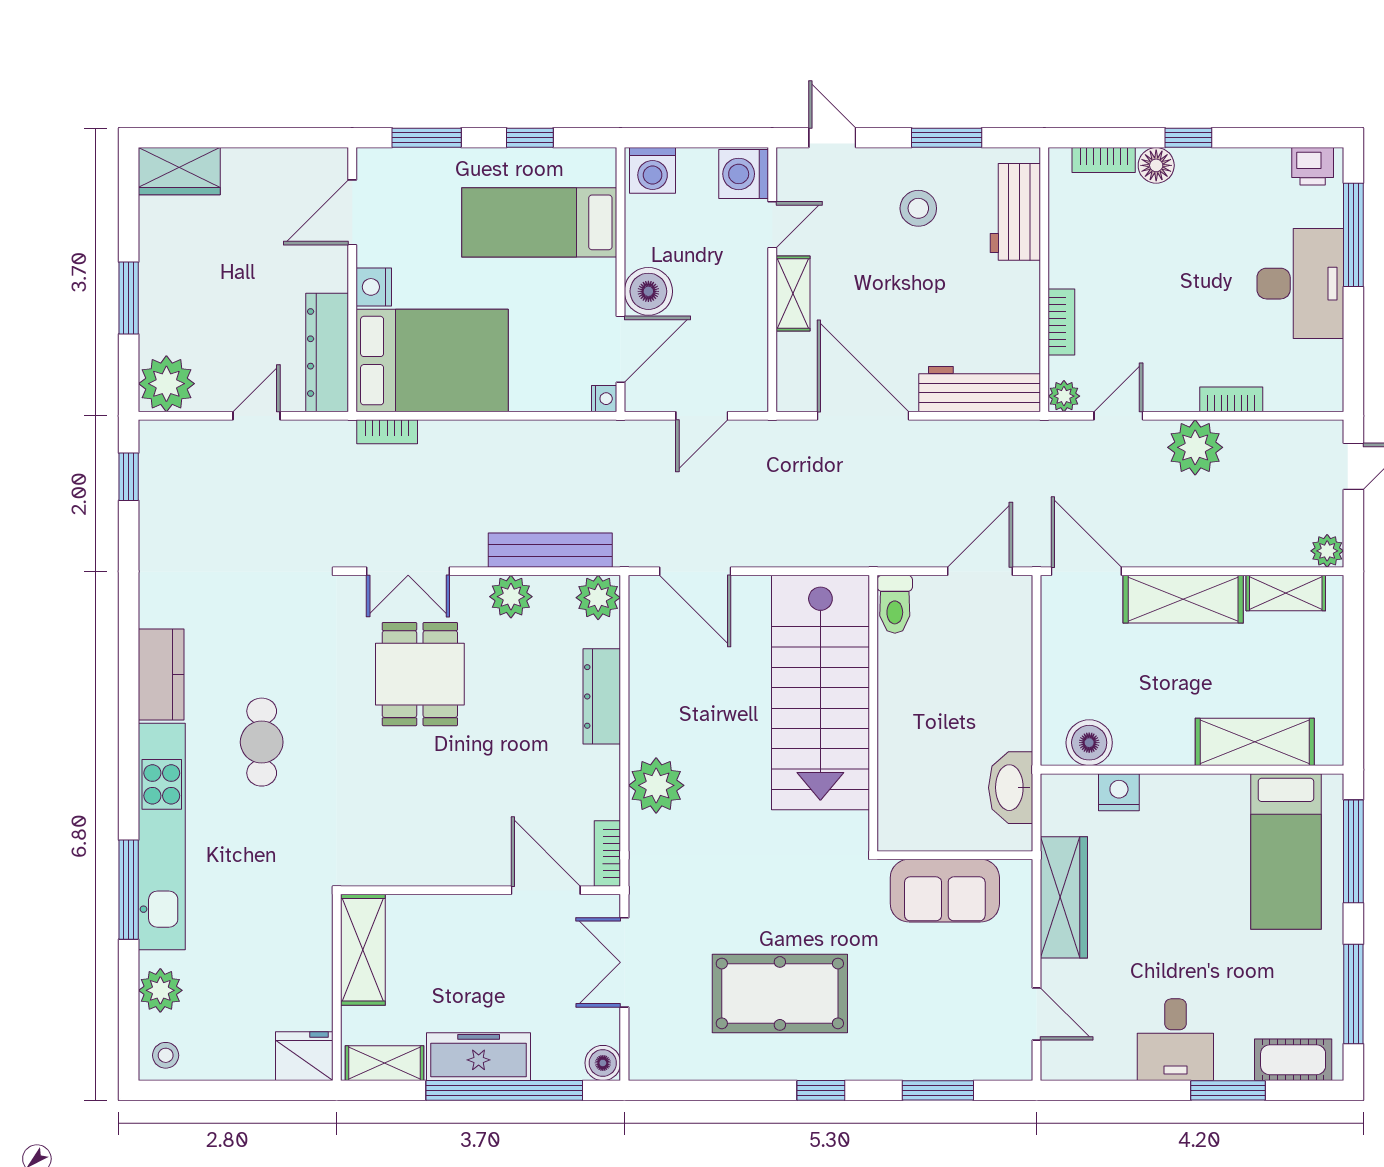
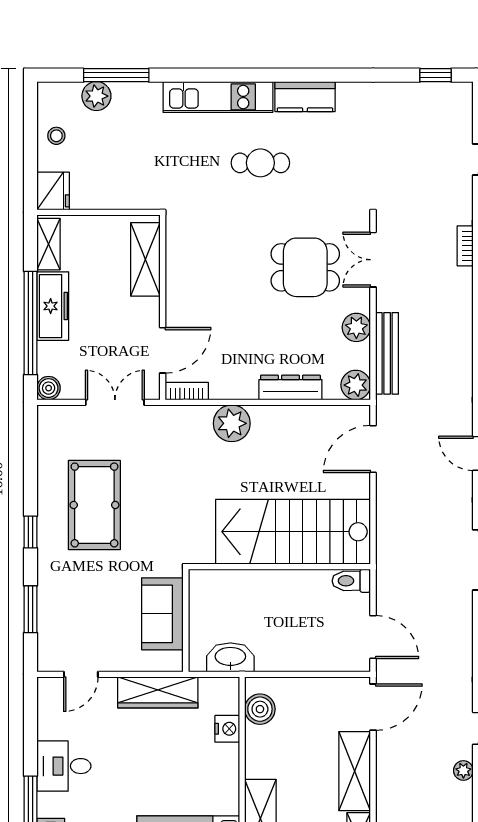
plant: (1195, 447) -> (463, 771), width x0.53, depth x0.53
kitchen unit: (162, 837) -> (218, 97), width x0.73
window: (129, 890) -> (116, 75), moved
shelving: (363, 950) -> (145, 259), moved, turned 90
stool: (166, 1055) -> (56, 136), moved

